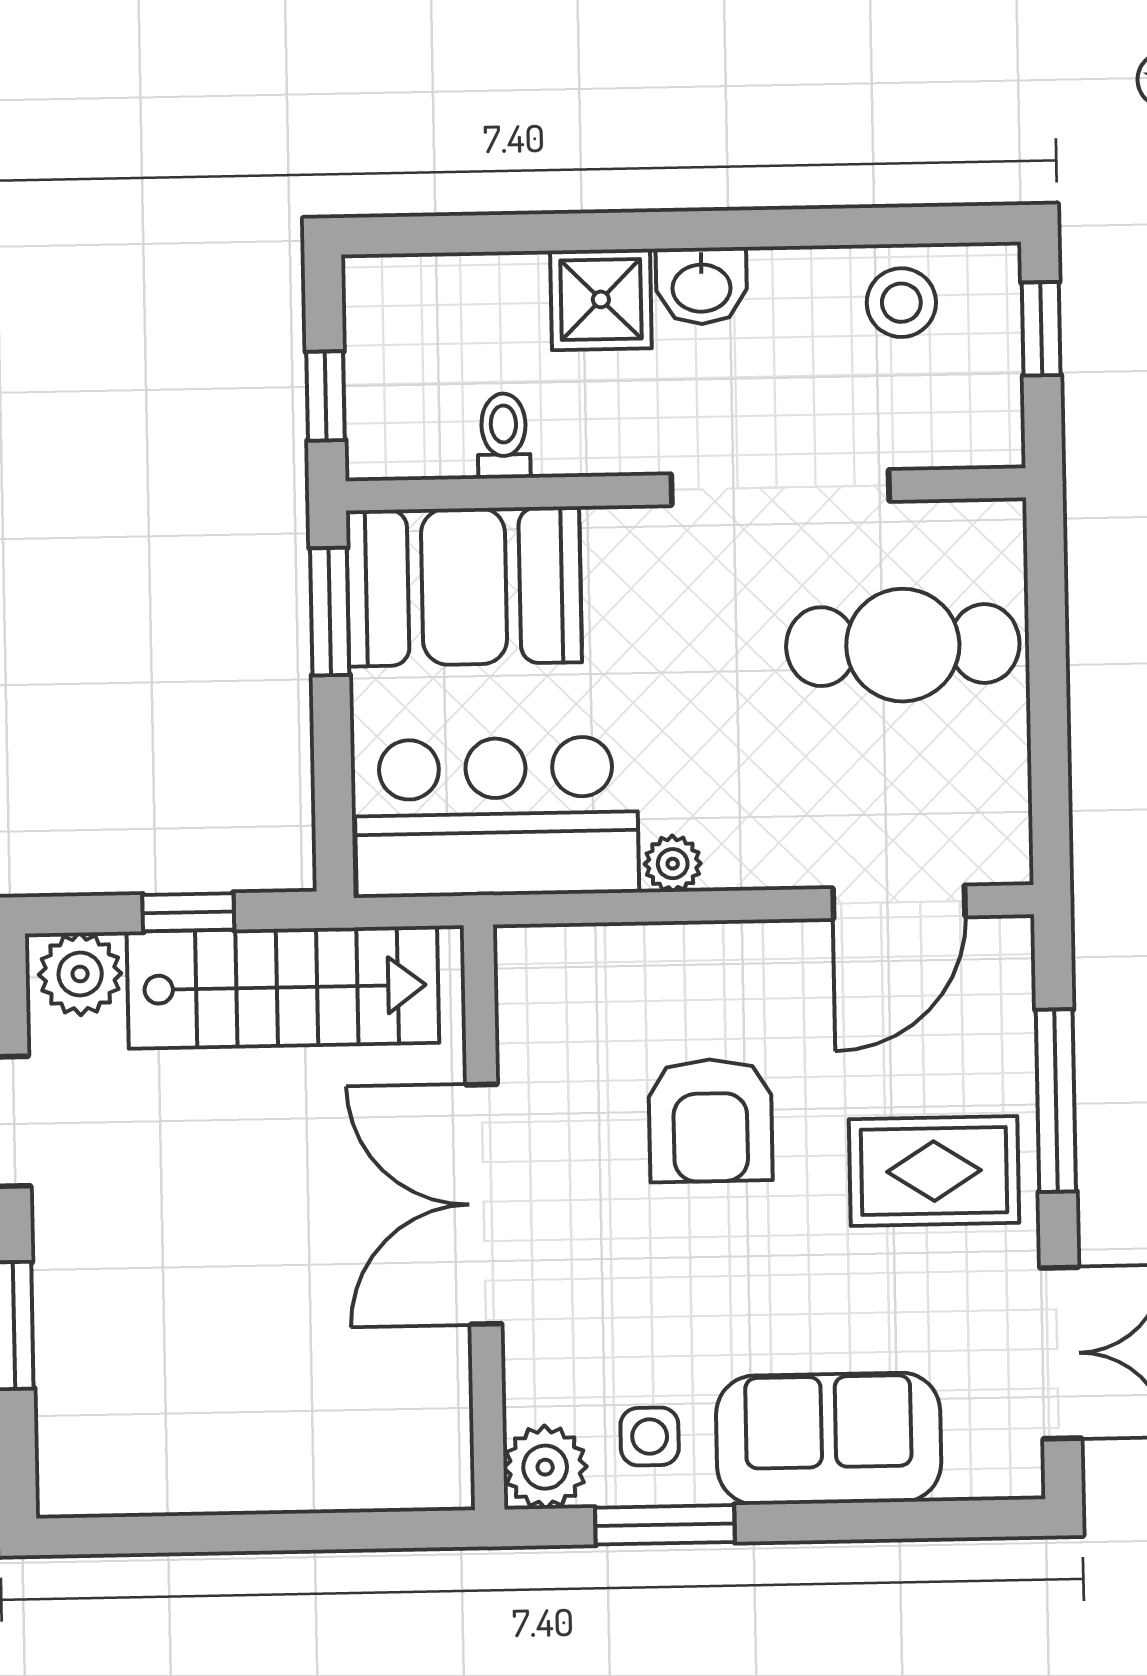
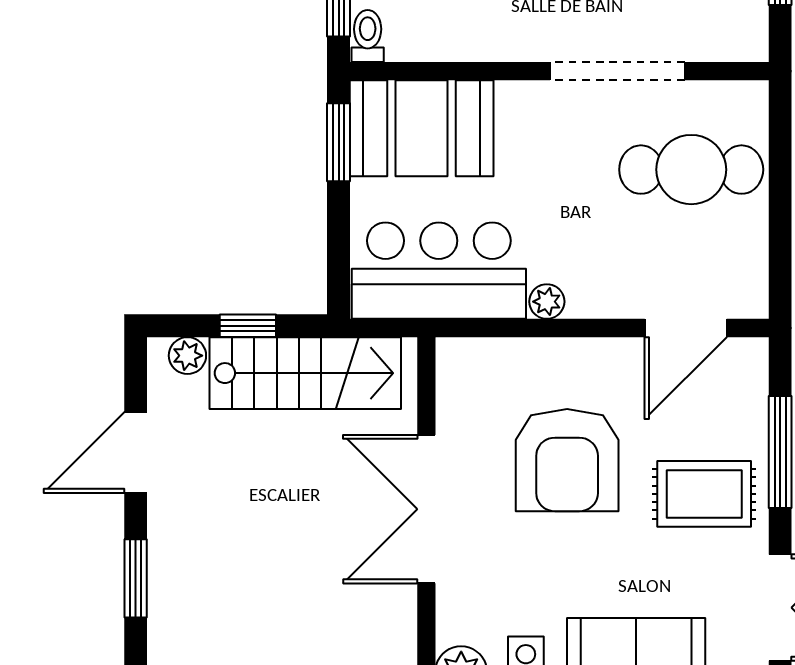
toilet: (504, 436) -> (368, 36), moved
plant: (80, 974) -> (187, 356), width x0.73, depth x0.73
armchair: (710, 1120) -> (567, 460), width x1.36, depth x1.36

